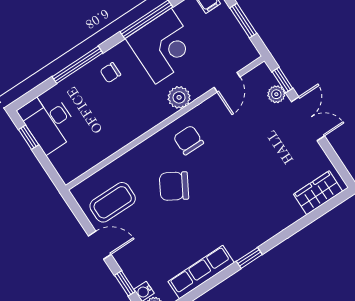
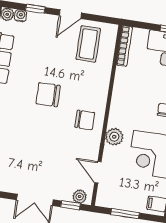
plant: (276, 94) -> (80, 197), moved
bookcase: (83, 166) -> (124, 46), added
chair: (174, 186) -> (48, 95), moved, turned -120

